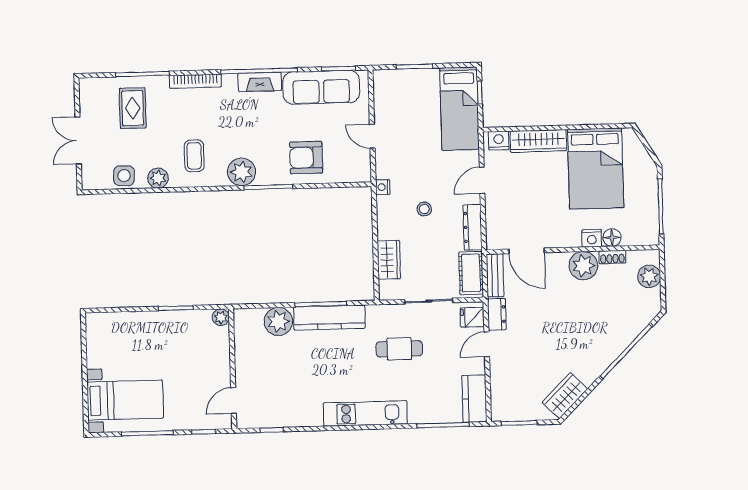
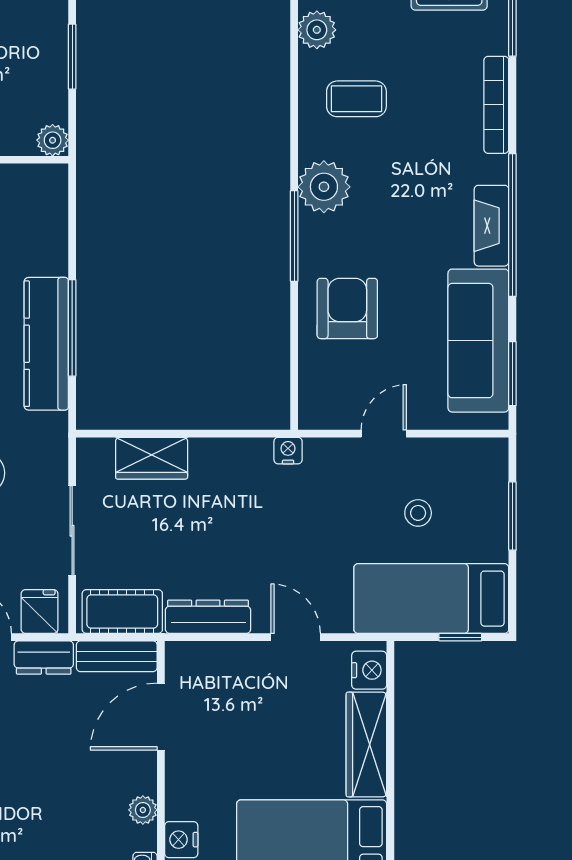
stool: (424, 209) -> (418, 513), moved
plant: (583, 266) -> (143, 810), width x0.53, depth x0.53
plant: (278, 321) -> (42, 248), removed

